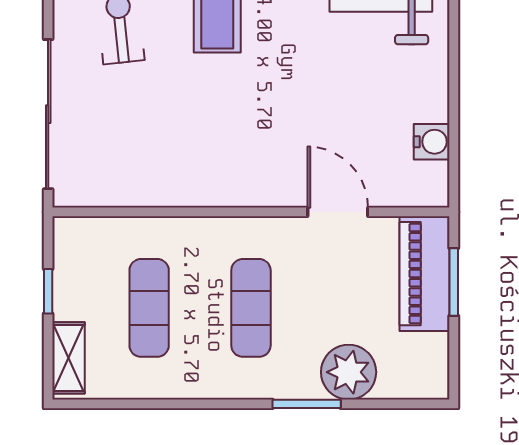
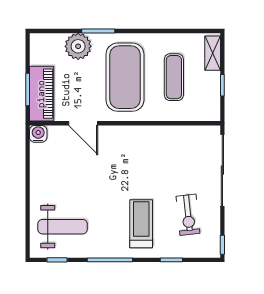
water cooler: (432, 142) -> (38, 134), moved, turned 90
exercise mat: (251, 308) -> (125, 77), width x2.00, depth x1.45

